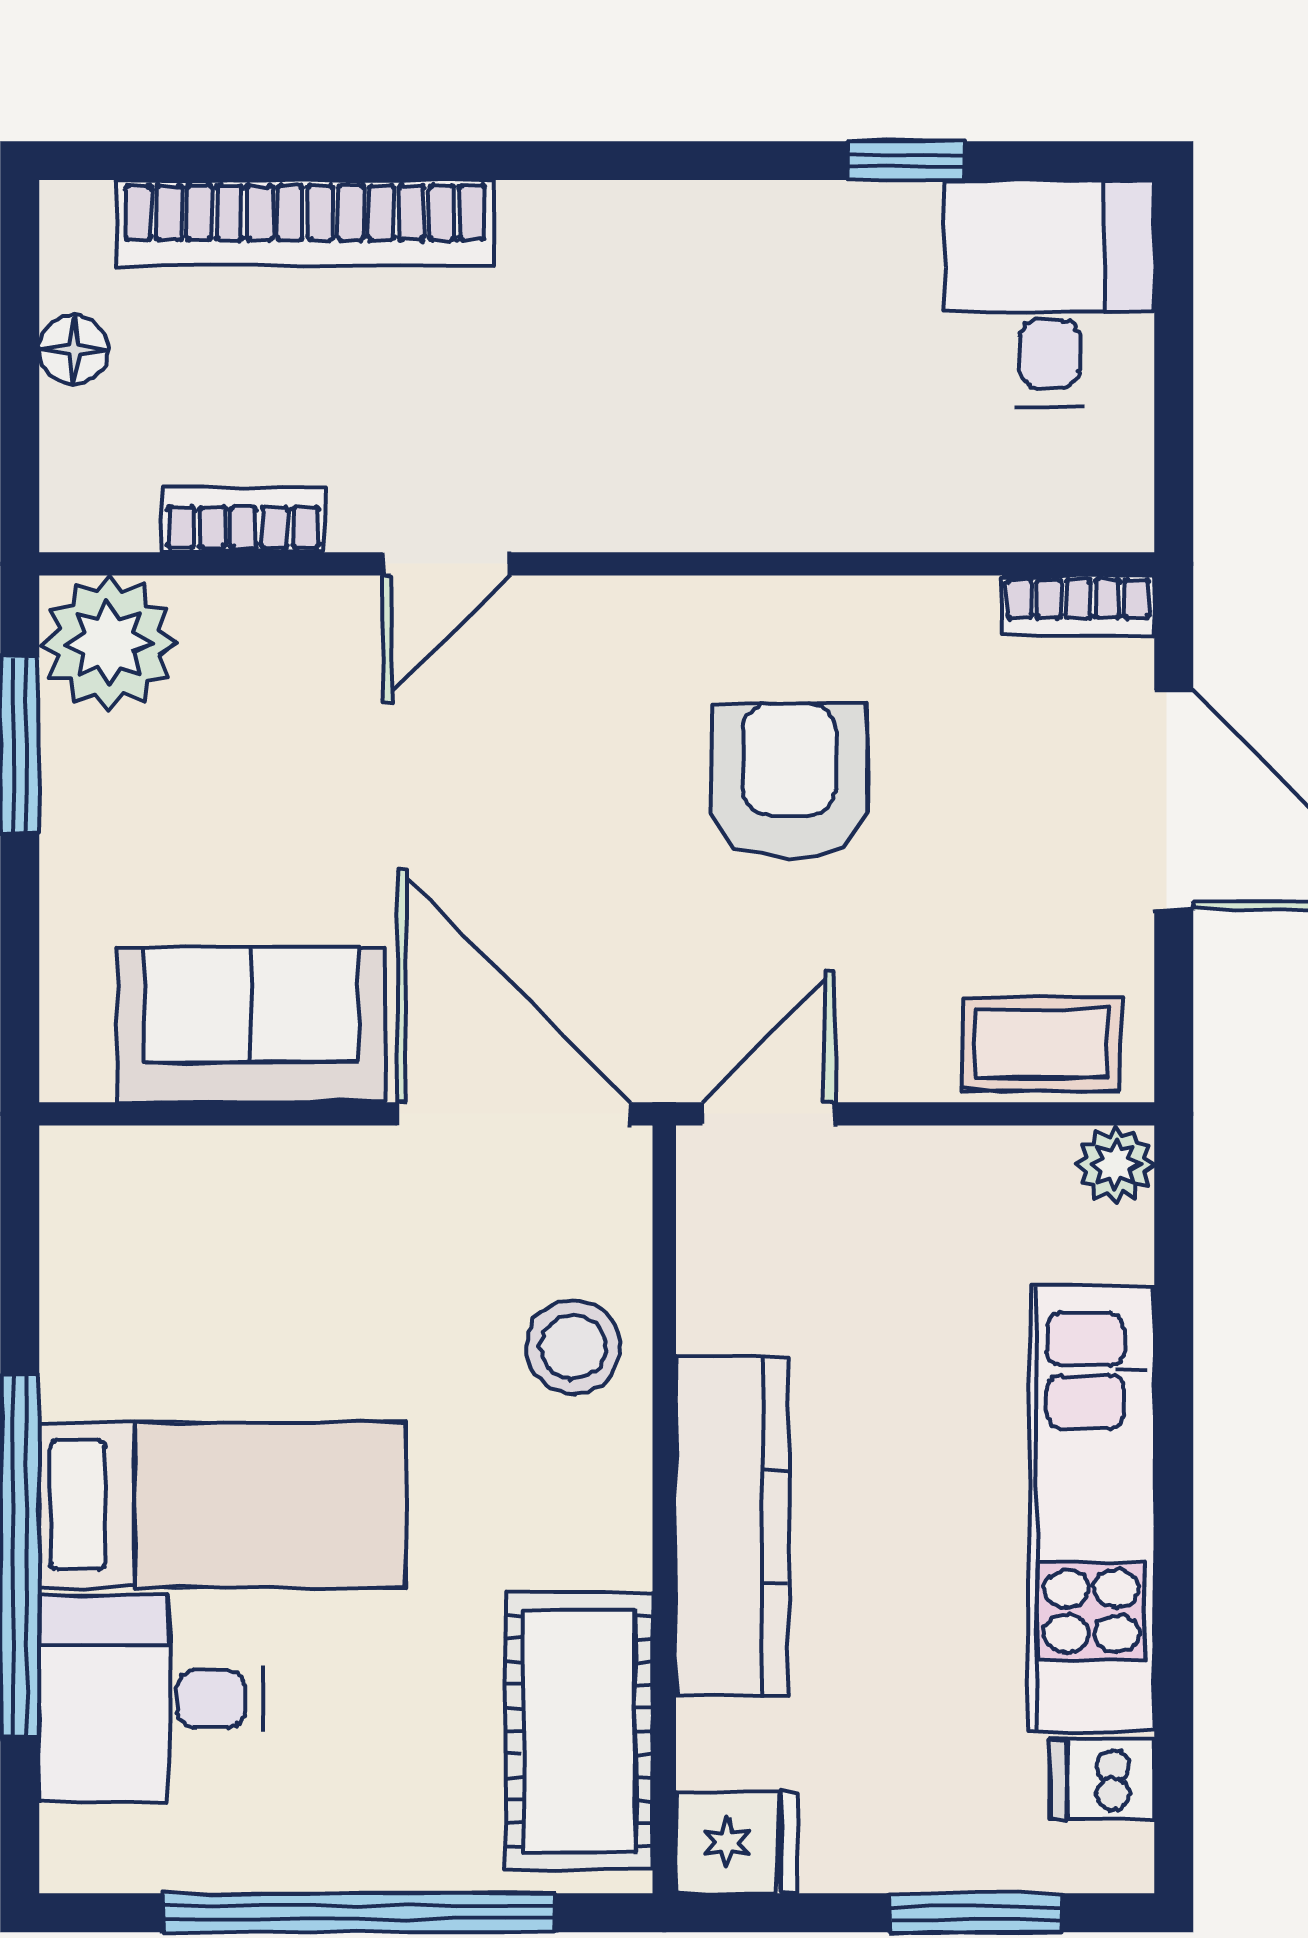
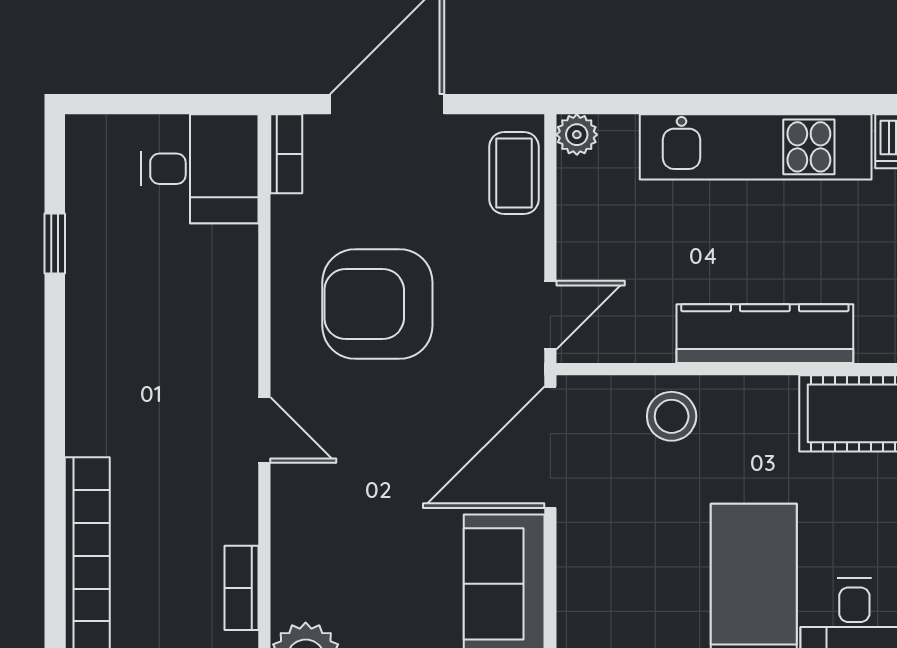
desk: (1050, 293) -> (200, 169), moved, turned 180
door: (446, 564) -> (264, 430), moved
armchair: (789, 781) -> (377, 304), width x1.36, depth x1.36
door: (768, 1114) -> (550, 315), swing flipped

